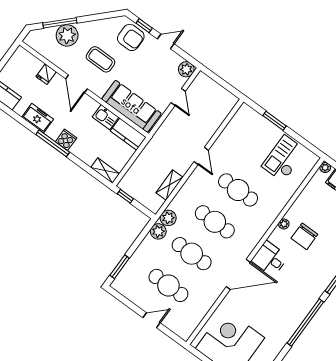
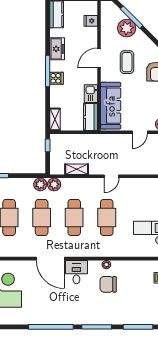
fridge: (46, 74) -> (91, 21), moved

